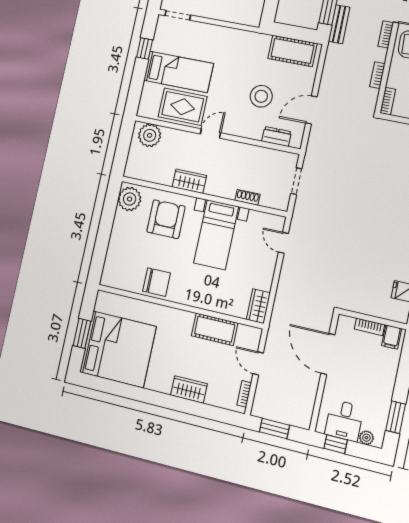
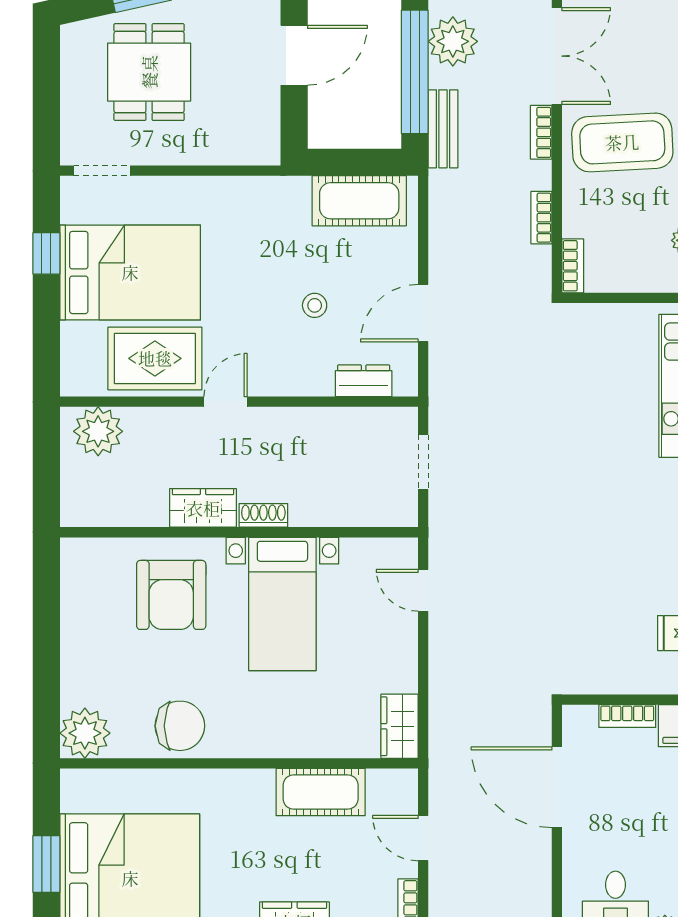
bed: (178, 72) -> (130, 272), width x1.50
stool: (261, 96) -> (315, 305), width x0.53, depth x0.53
shoe rack: (247, 197) -> (263, 515), moved
plant: (130, 199) -> (85, 733), moved
armchair: (166, 219) -> (171, 595), turned 180

